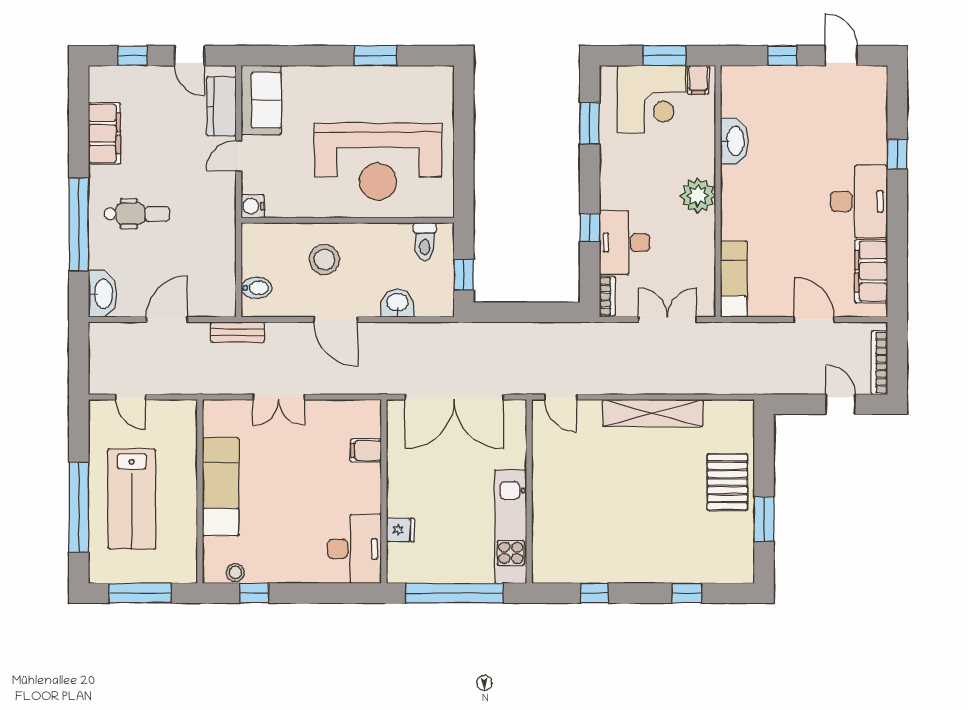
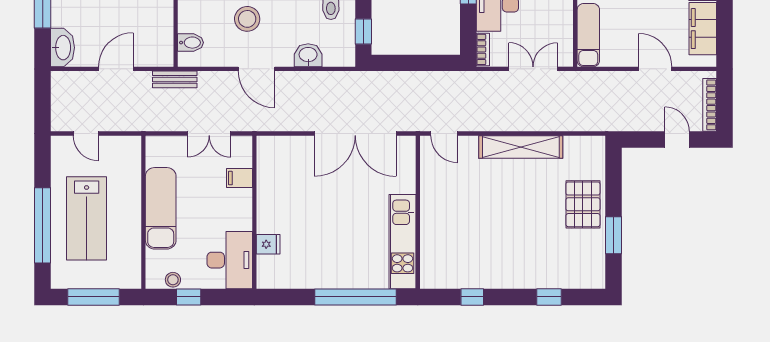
filing cabinet: (366, 450) -> (239, 178), moved
wall: (384, 491) -> (254, 212), moved
fridge: (400, 530) -> (268, 244), moved
desk: (354, 549) -> (230, 260), moved

